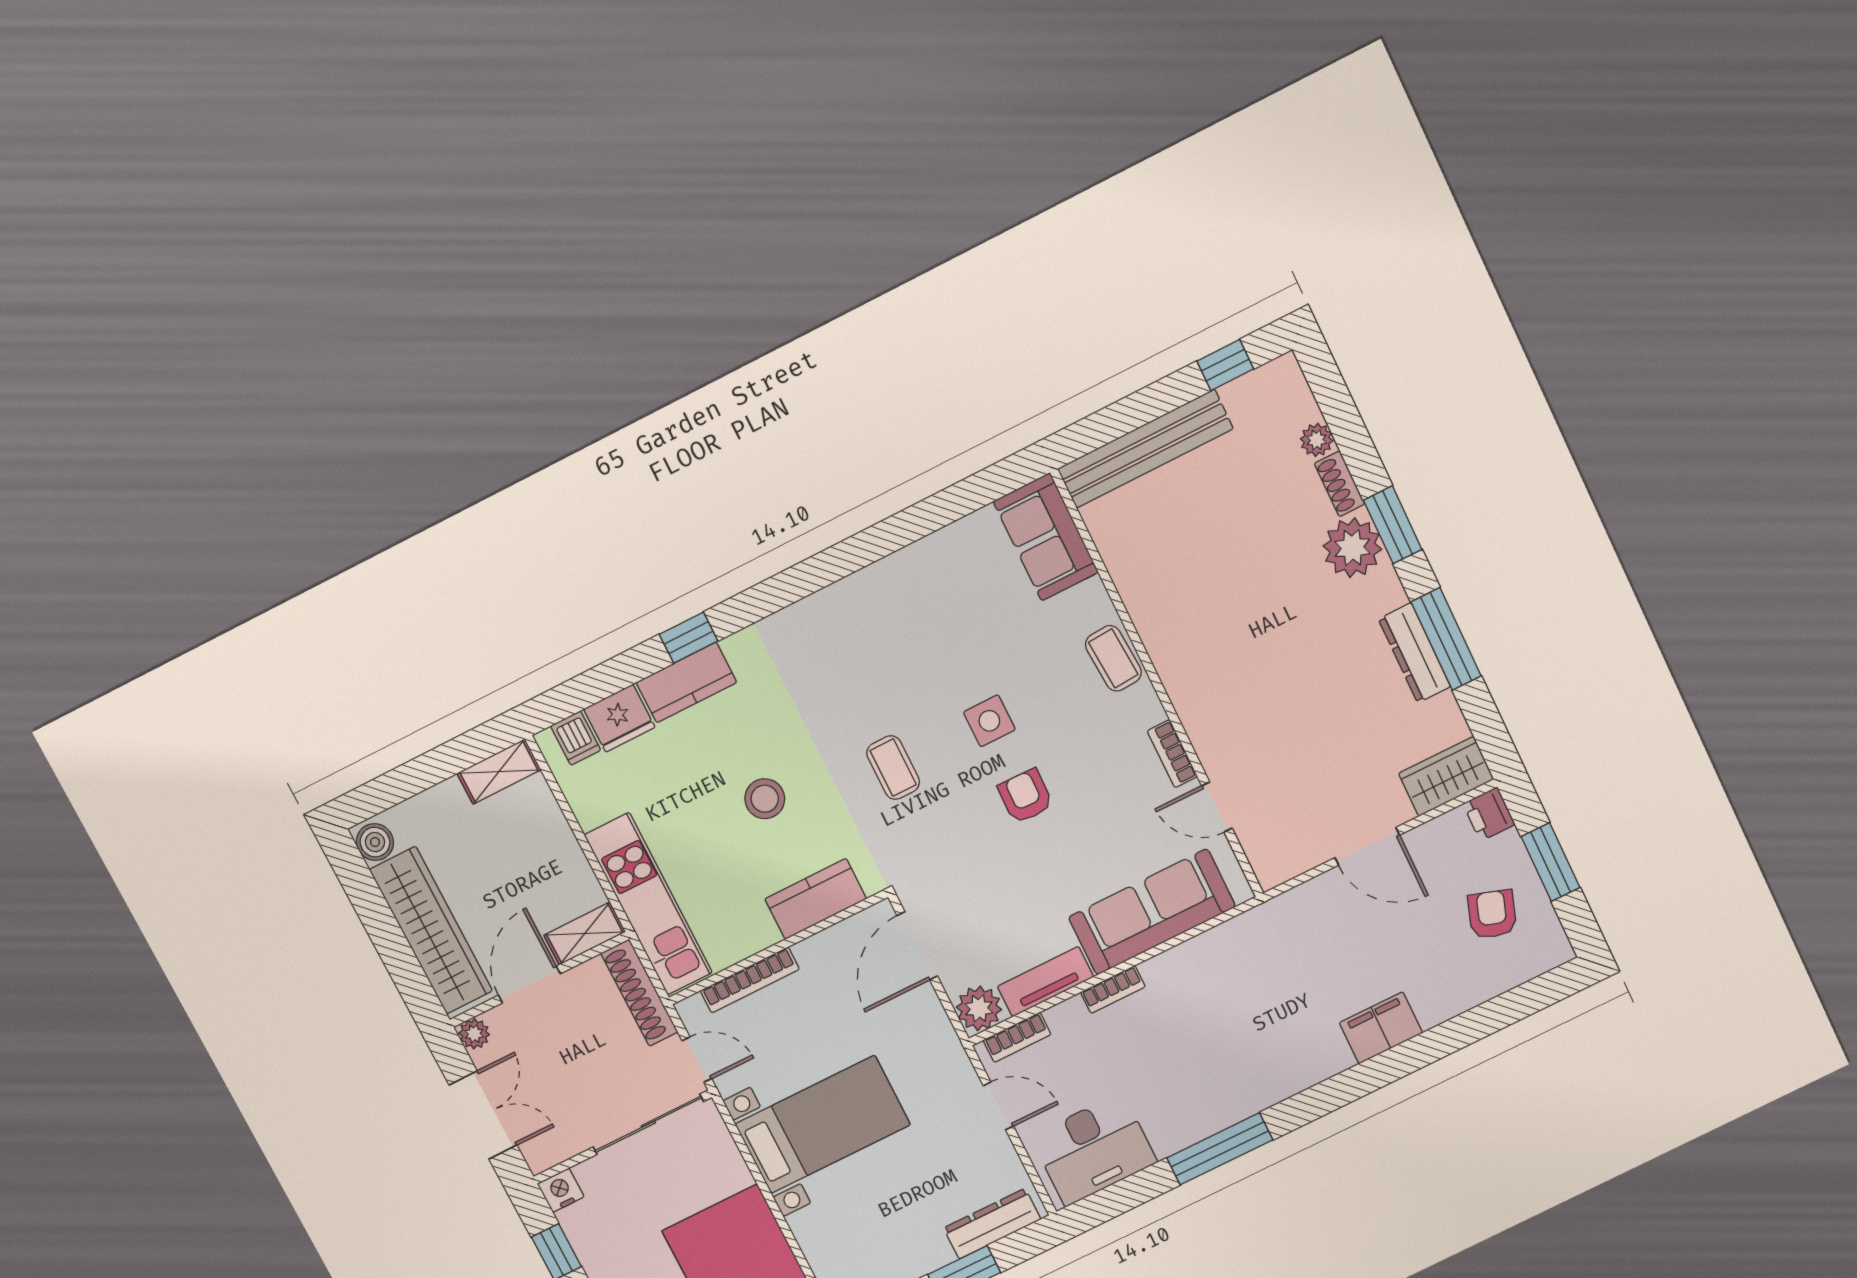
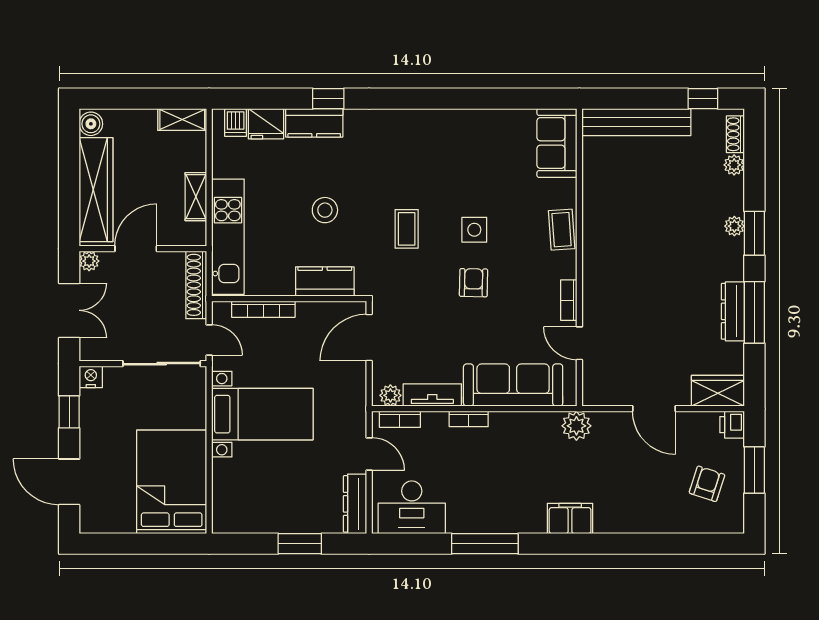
shoe rack: (1340, 484) -> (735, 134), moved
plant: (1352, 548) -> (734, 226), width x0.53, depth x0.53
plant: (1269, 924) -> (576, 426), added
shelving: (585, 934) -> (196, 197), moved, turned 90
plant: (979, 1008) -> (390, 395), width x0.73, depth x0.73
filing cabinet: (1381, 1028) -> (570, 519), moved
dresser: (992, 1224) -> (355, 504), moved, turned -90

